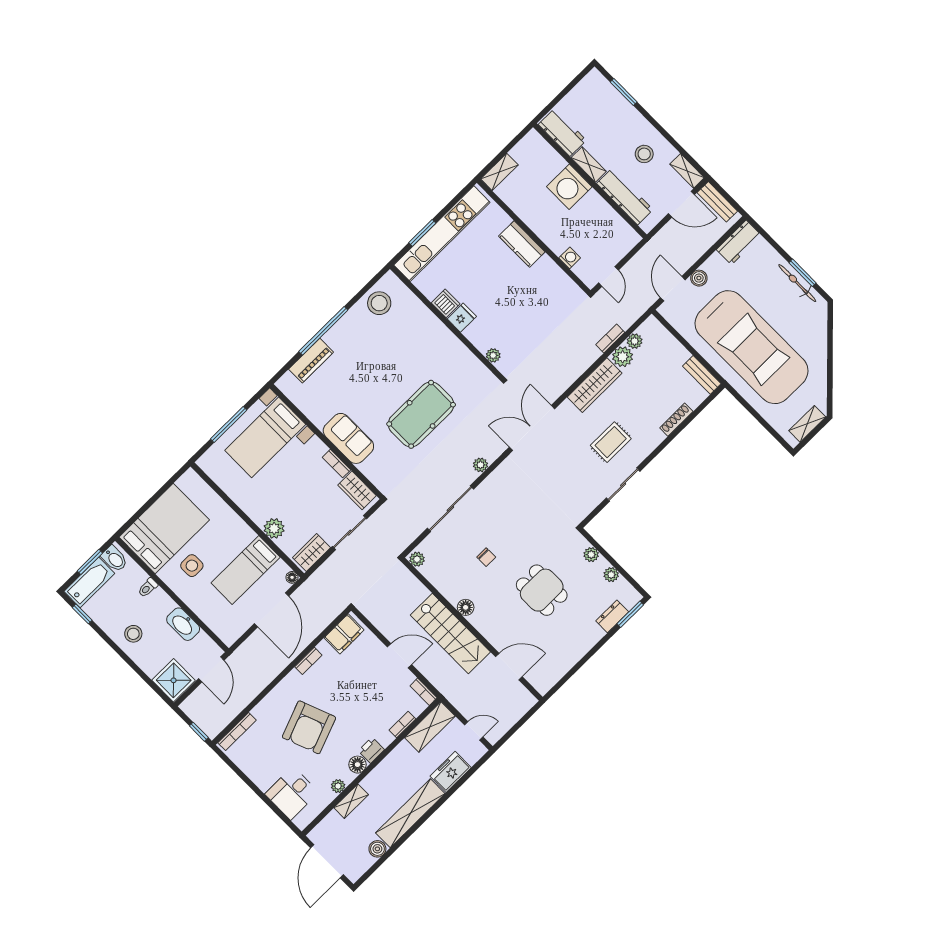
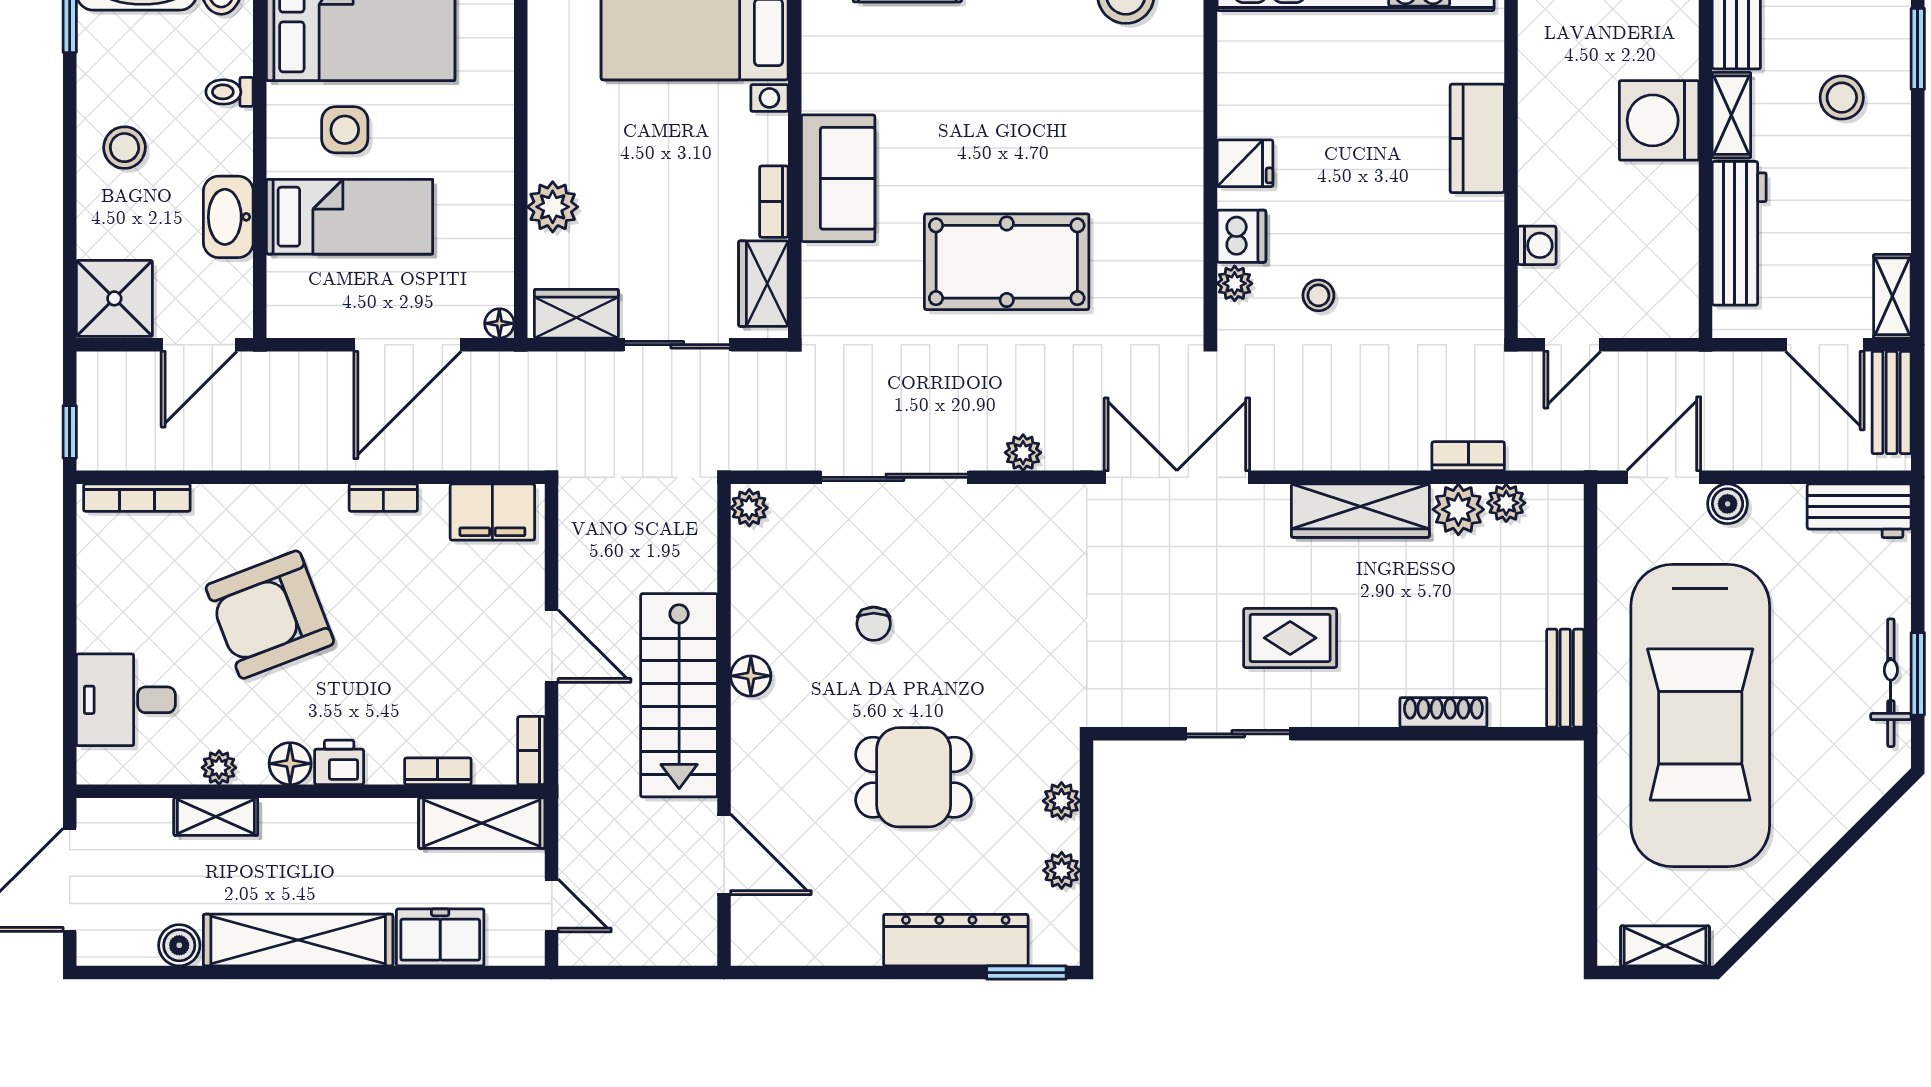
stool: (644, 154) -> (1842, 98), moved
dishwasher: (446, 303) -> (1241, 236), moved
stool: (521, 335) -> (1318, 295), added
bed: (246, 570) -> (350, 217), moved, turned 180
dining table: (542, 590) -> (914, 777), turned 90
dresser: (612, 616) -> (956, 940), width x1.96, depth x1.24

